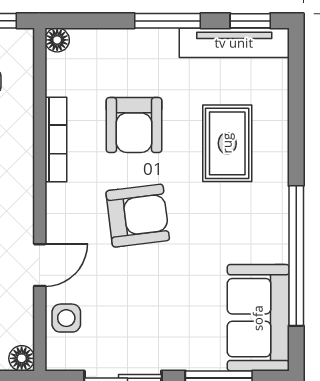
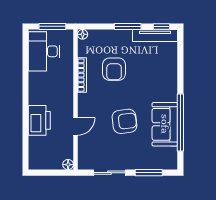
rug: (227, 143) -> (152, 77), removed
armchair: (138, 216) -> (124, 121), moved
side table: (66, 318) -> (86, 148), removed
sofa: (258, 318) -> (165, 124), moved

